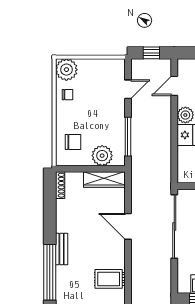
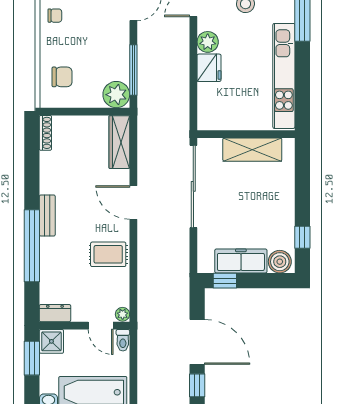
plant: (102, 156) -> (116, 95), moved
wardrobe: (104, 180) -> (119, 142), moved, turned 90
door: (128, 226) -> (133, 203), moved

